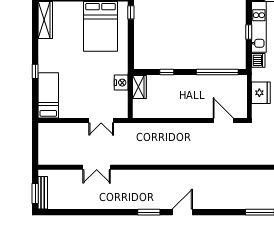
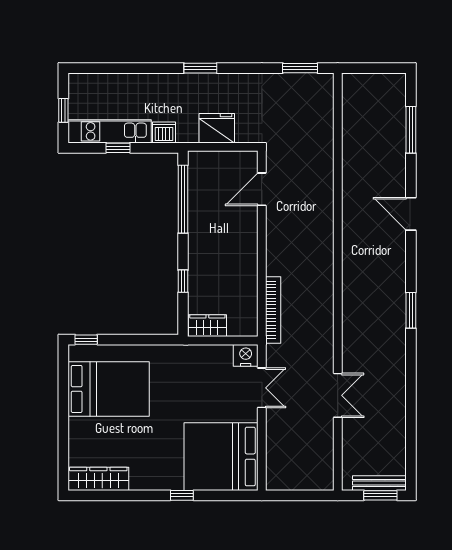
nightstand: (121, 83) -> (246, 355), moved
bed: (48, 95) -> (221, 457), width x2.04
bookcase: (149, 127) -> (273, 310), added
door: (182, 212) -> (411, 214), moved

